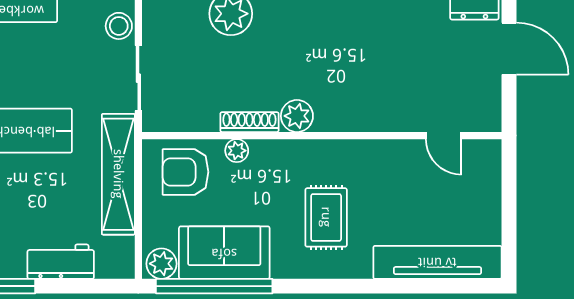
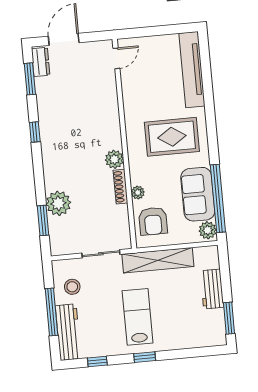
stool: (119, 26) -> (72, 287), moved
door: (444, 136) -> (116, 58), moved
rug: (326, 217) -> (172, 137), width x1.36, depth x1.43

